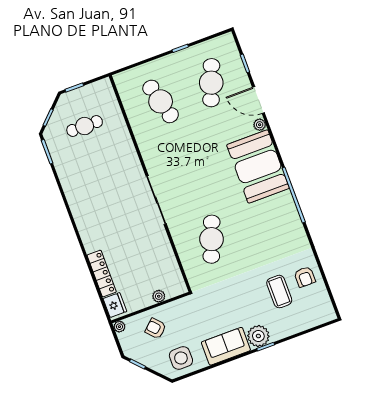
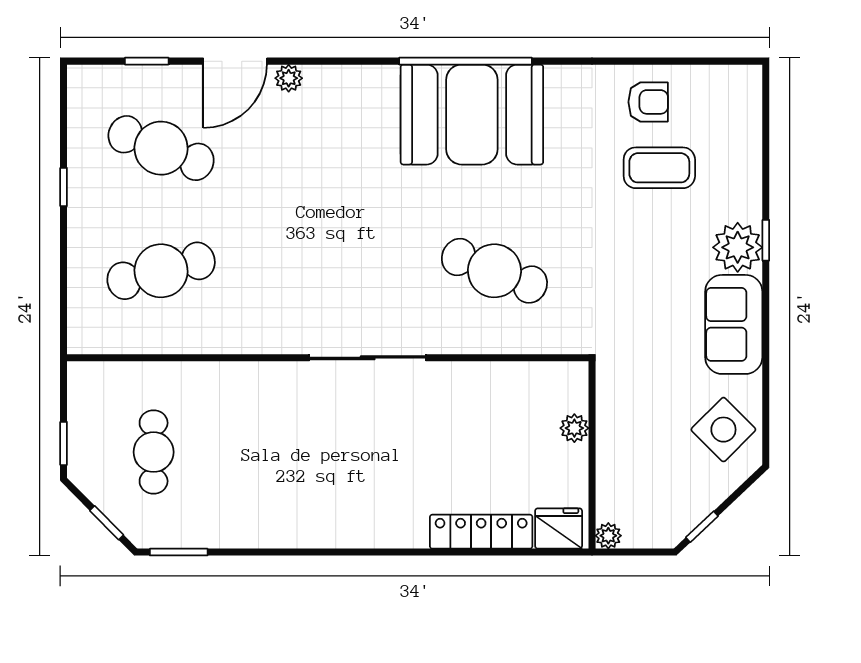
booth: (258, 166) -> (472, 115), moved
armchair: (156, 329) -> (641, 460), removed
side table: (181, 358) -> (723, 430), turned 45

